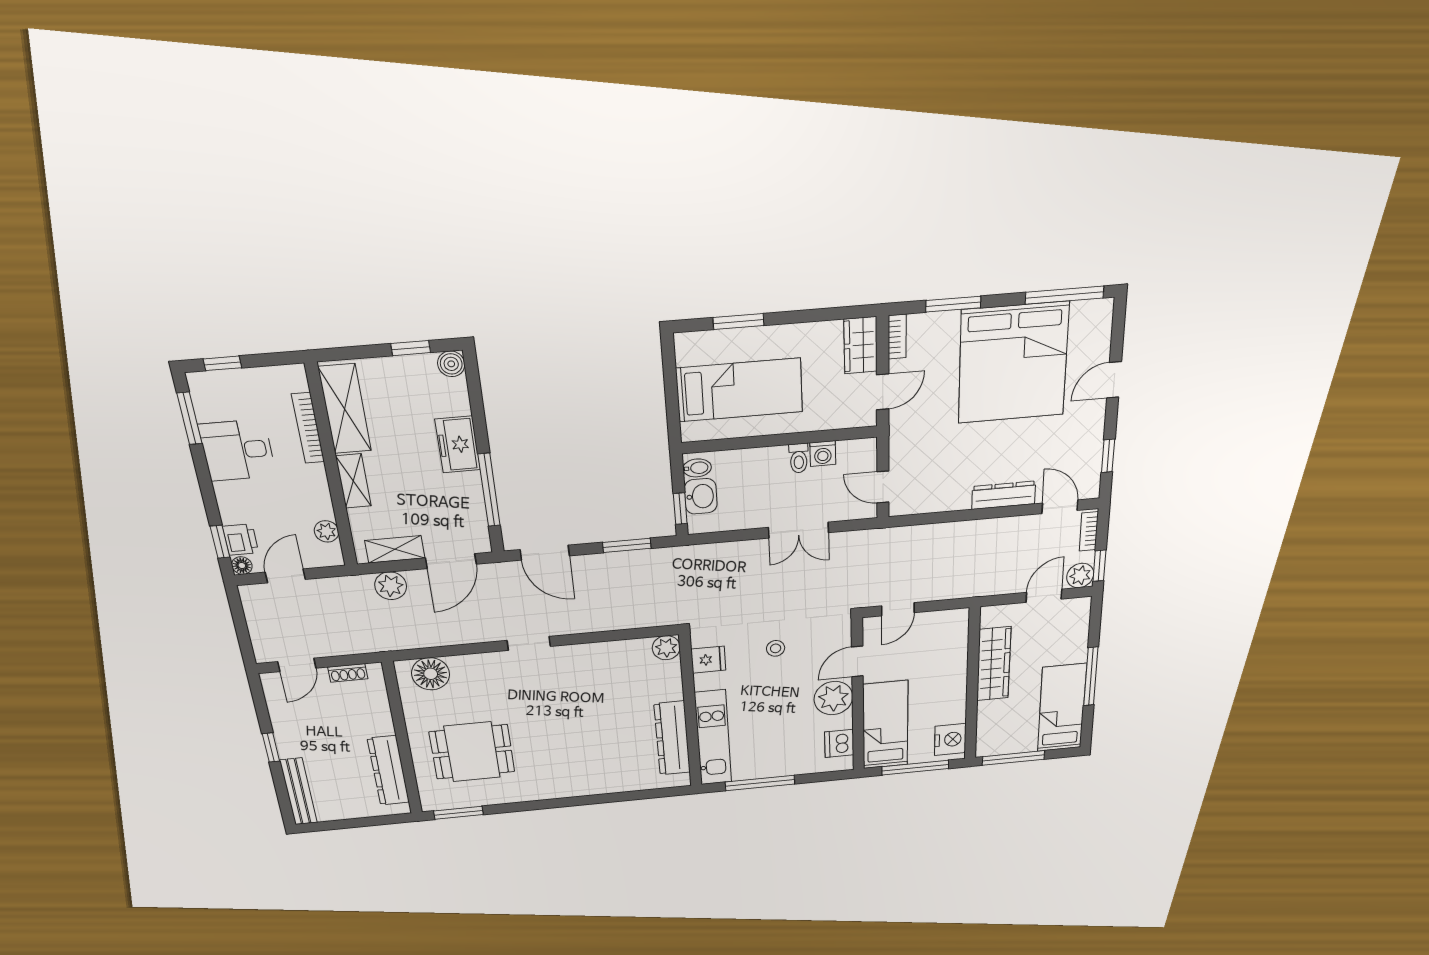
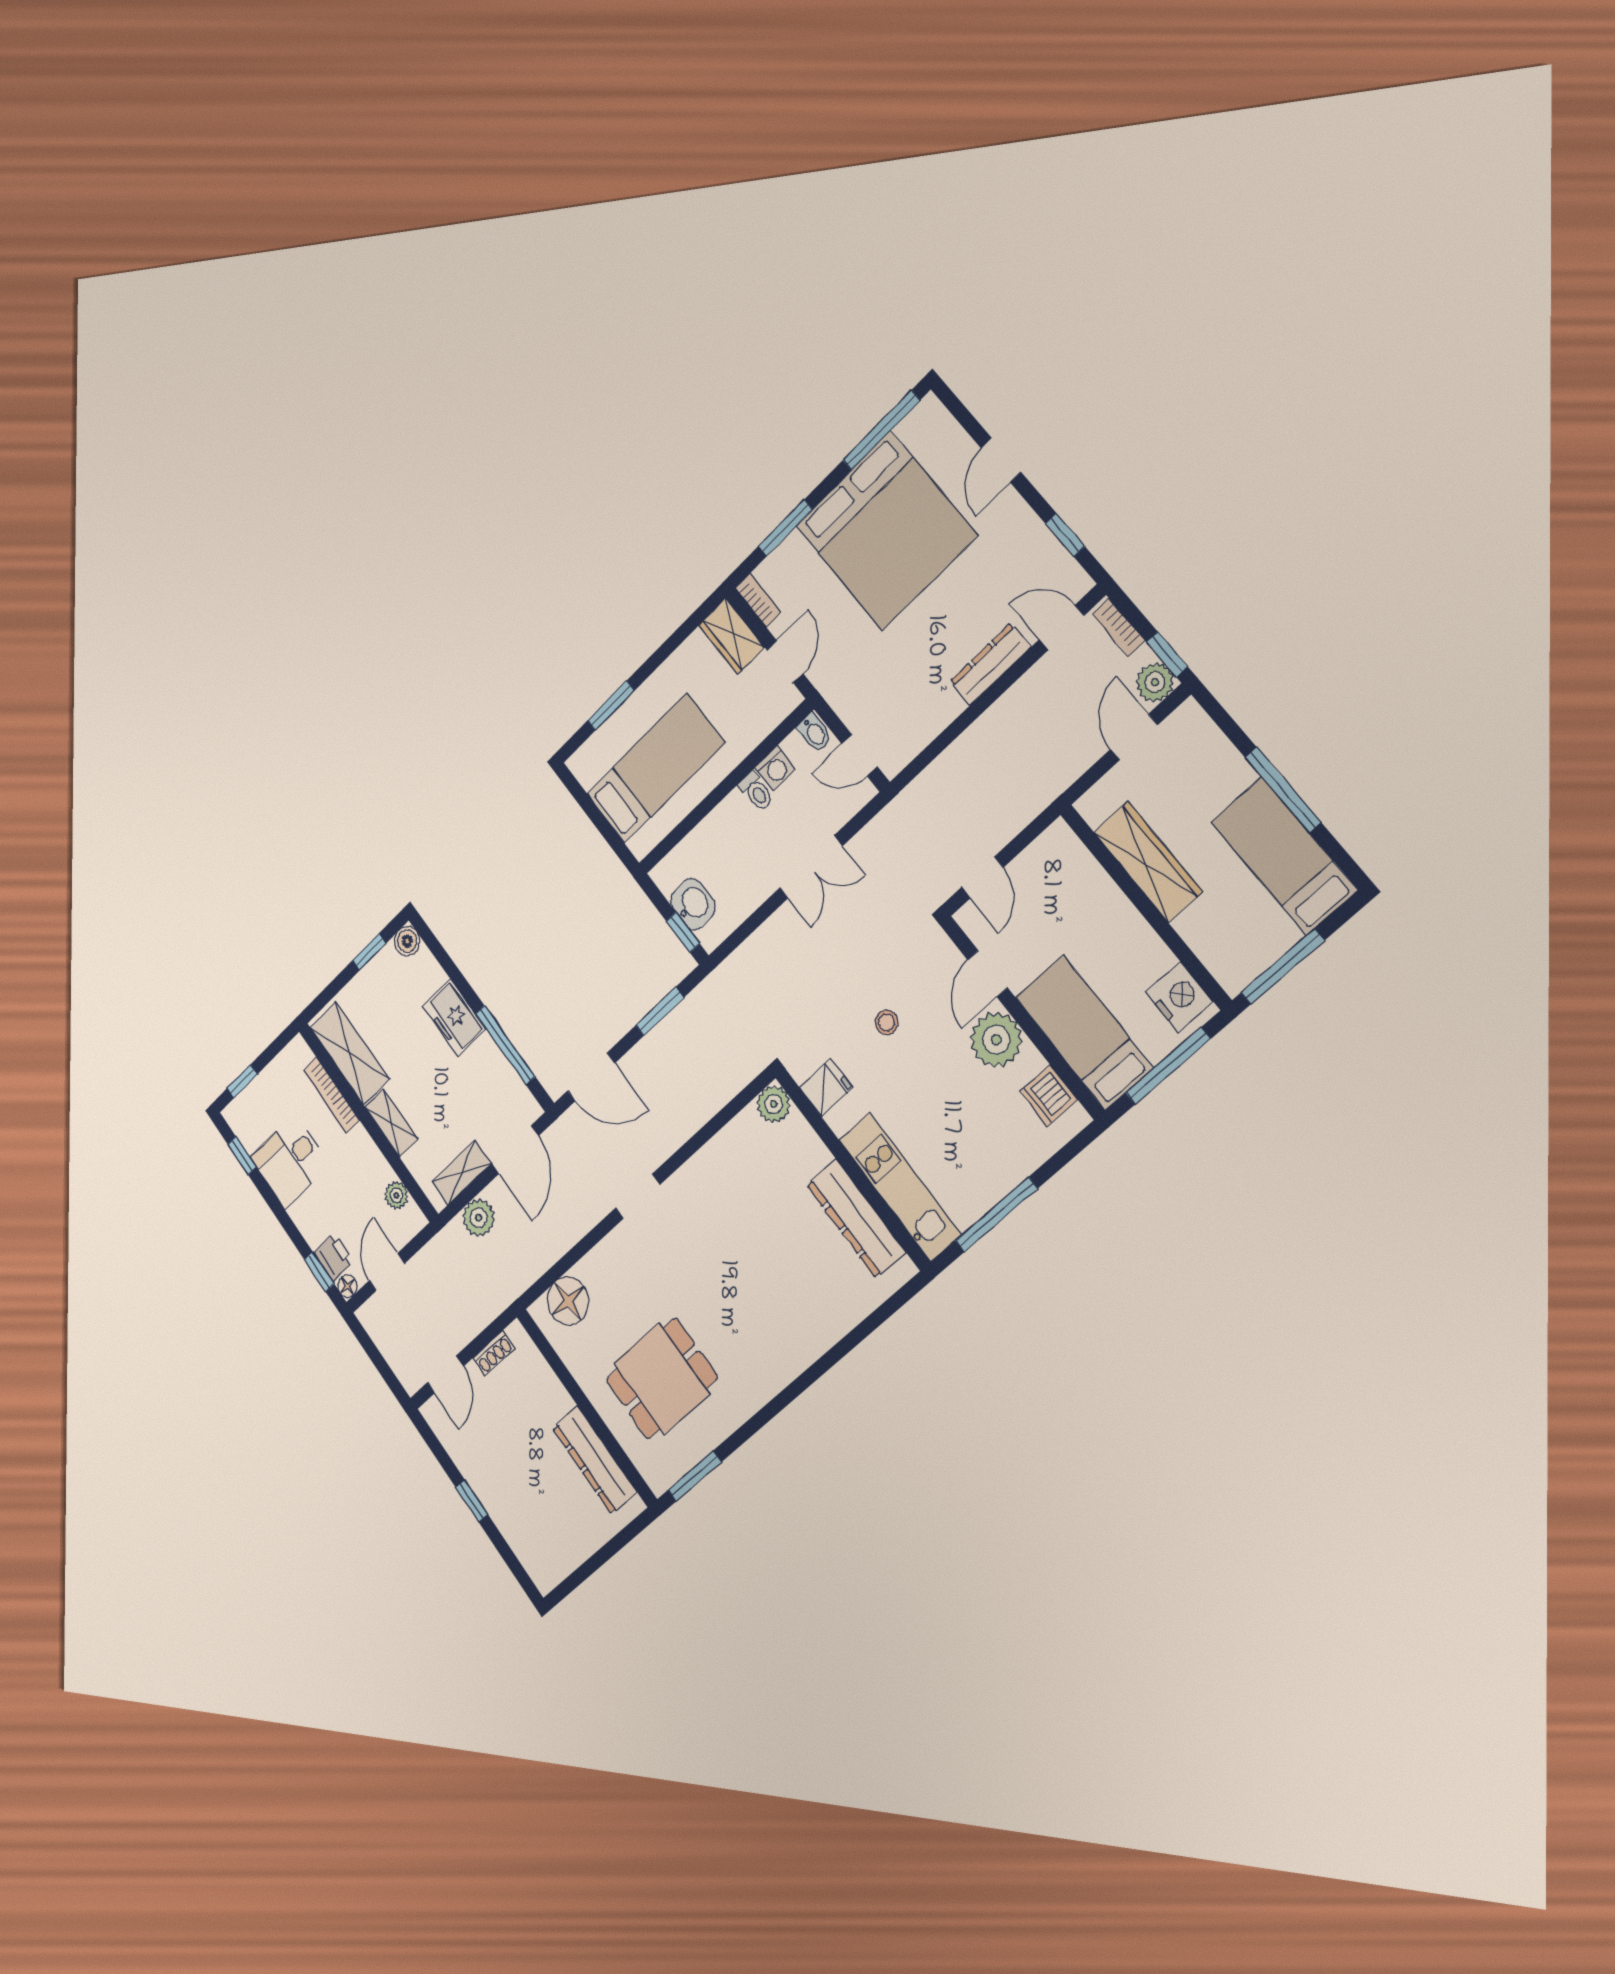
window: (189, 418) -> (242, 1156), width x0.67
bidet: (697, 468) -> (814, 732), moved, turned 90
bench: (299, 791) -> (524, 1547), removed

